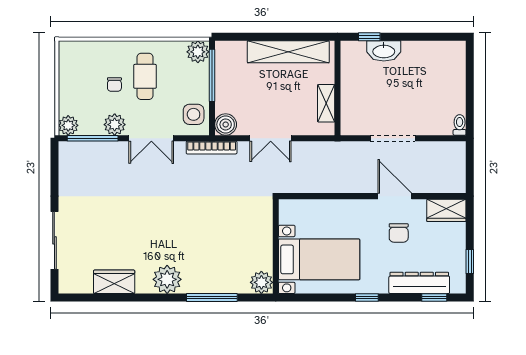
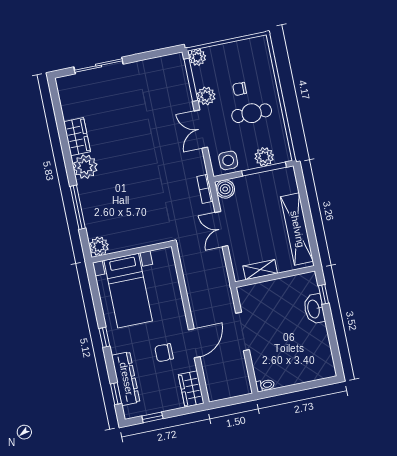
plant: (198, 52) -> (264, 157), moved
bookcase: (212, 148) -> (205, 189), width x0.64
wardrobe: (114, 282) -> (77, 137), moved

